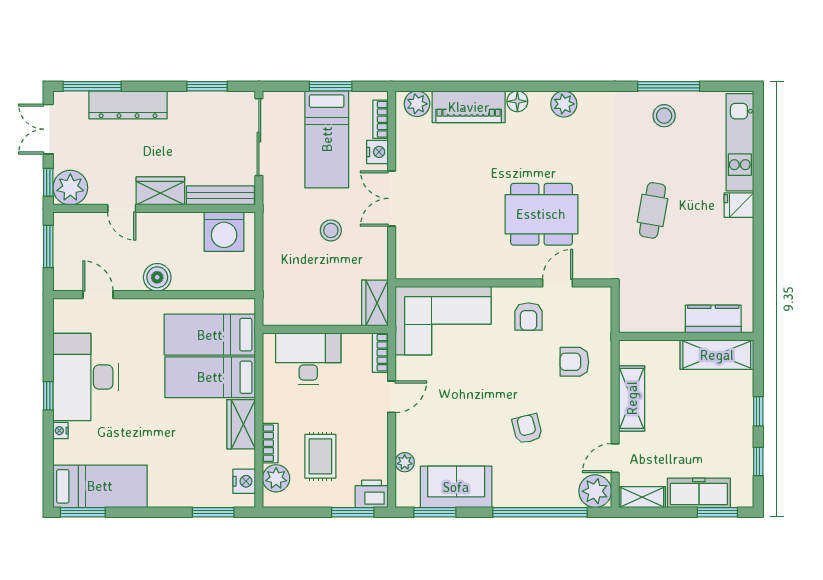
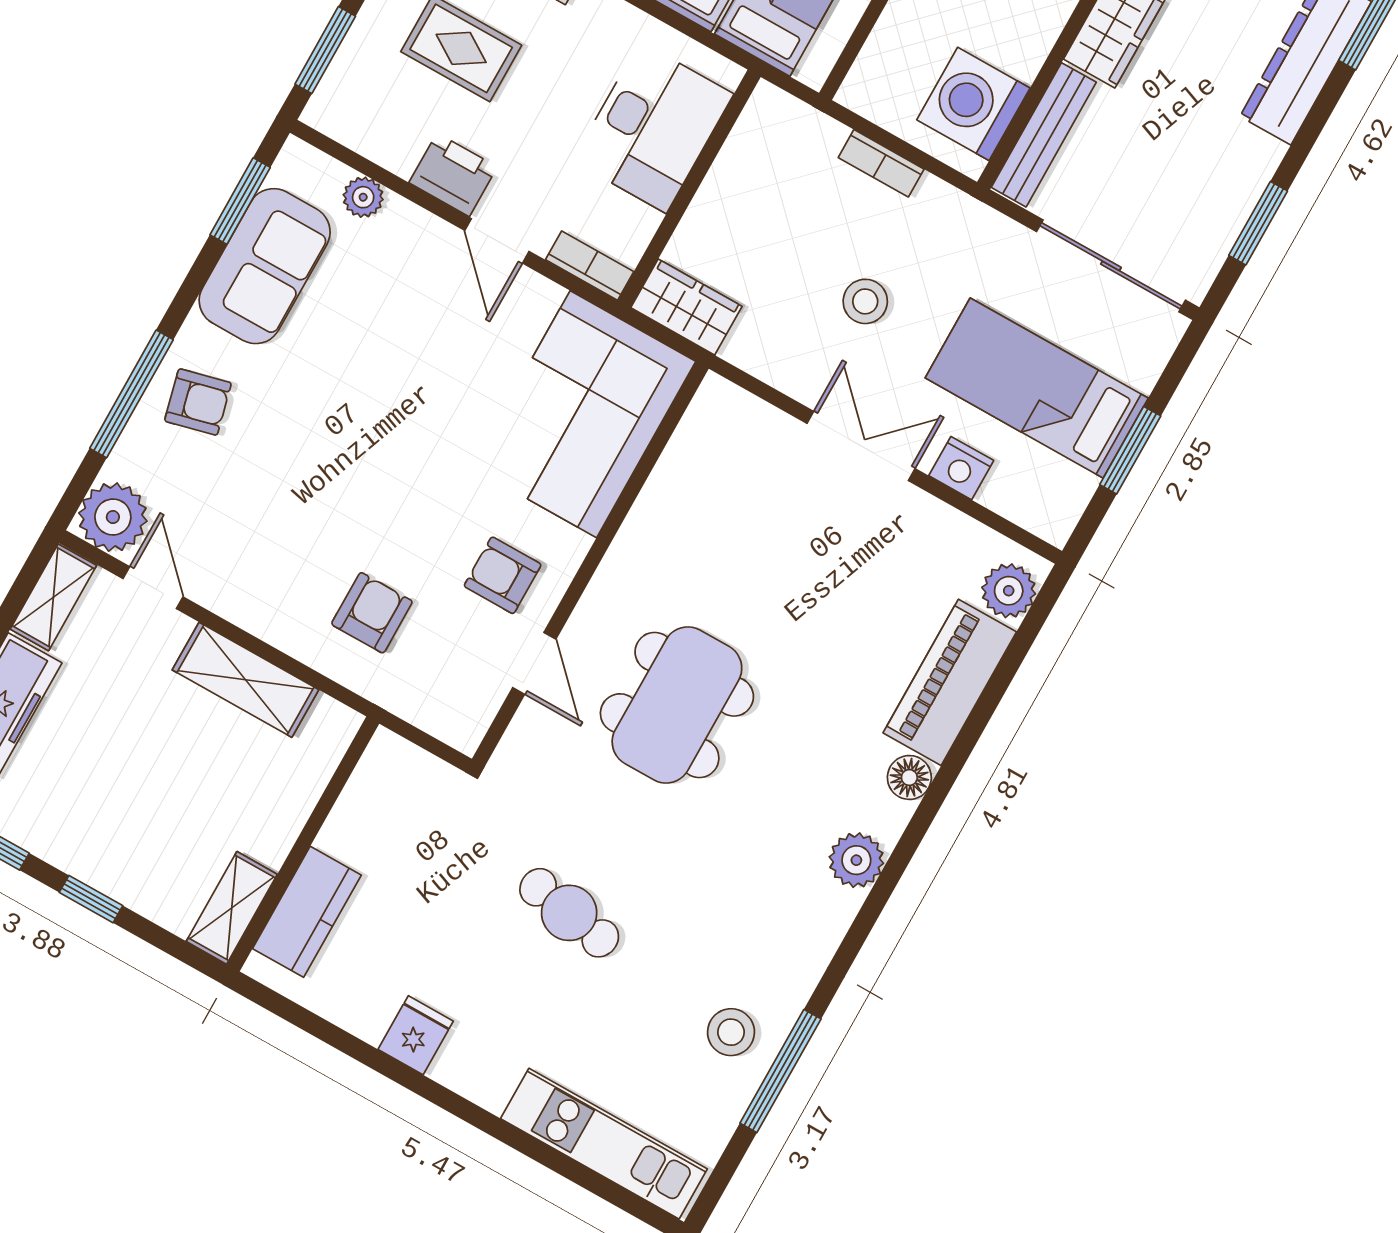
bookcase: (380, 119) -> (881, 163), moved, turned 180
fridge: (739, 205) -> (416, 1035), moved
shelving: (717, 355) -> (232, 908), width x0.67, depth x0.75
armchair: (527, 429) -> (198, 402), moved
printer: (372, 494) -> (453, 175), moved, turned -90
window: (540, 512) -> (131, 394), width x0.68

